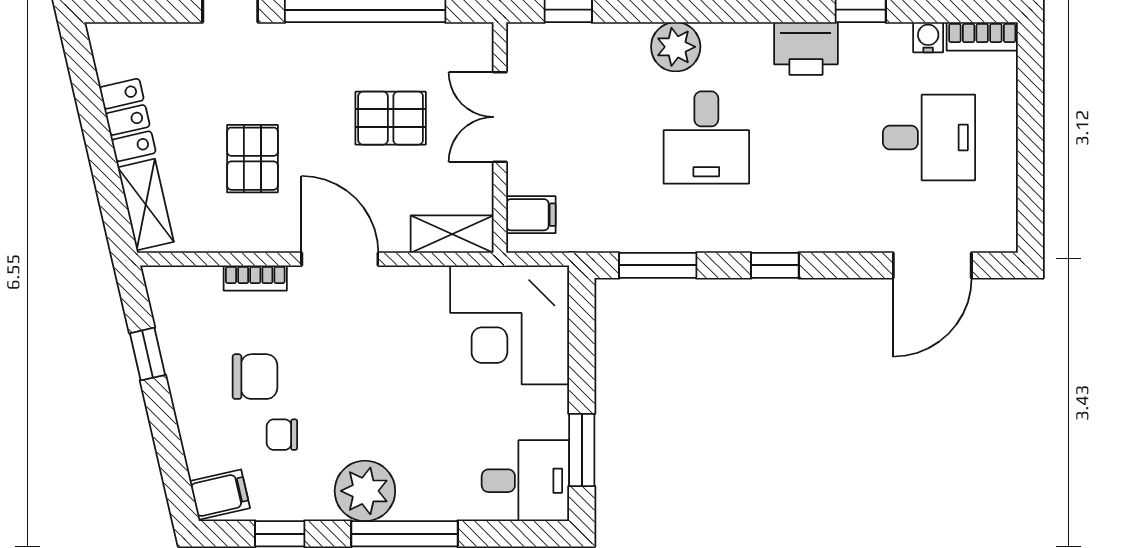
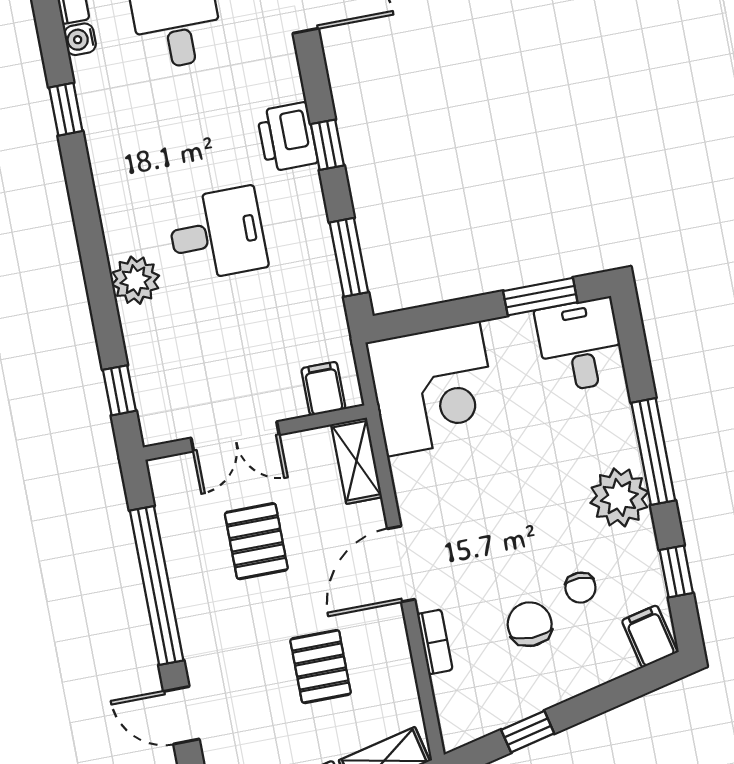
printer: (806, 49) -> (287, 137), moved, turned 180
pallet: (252, 159) -> (321, 667), turned 90

